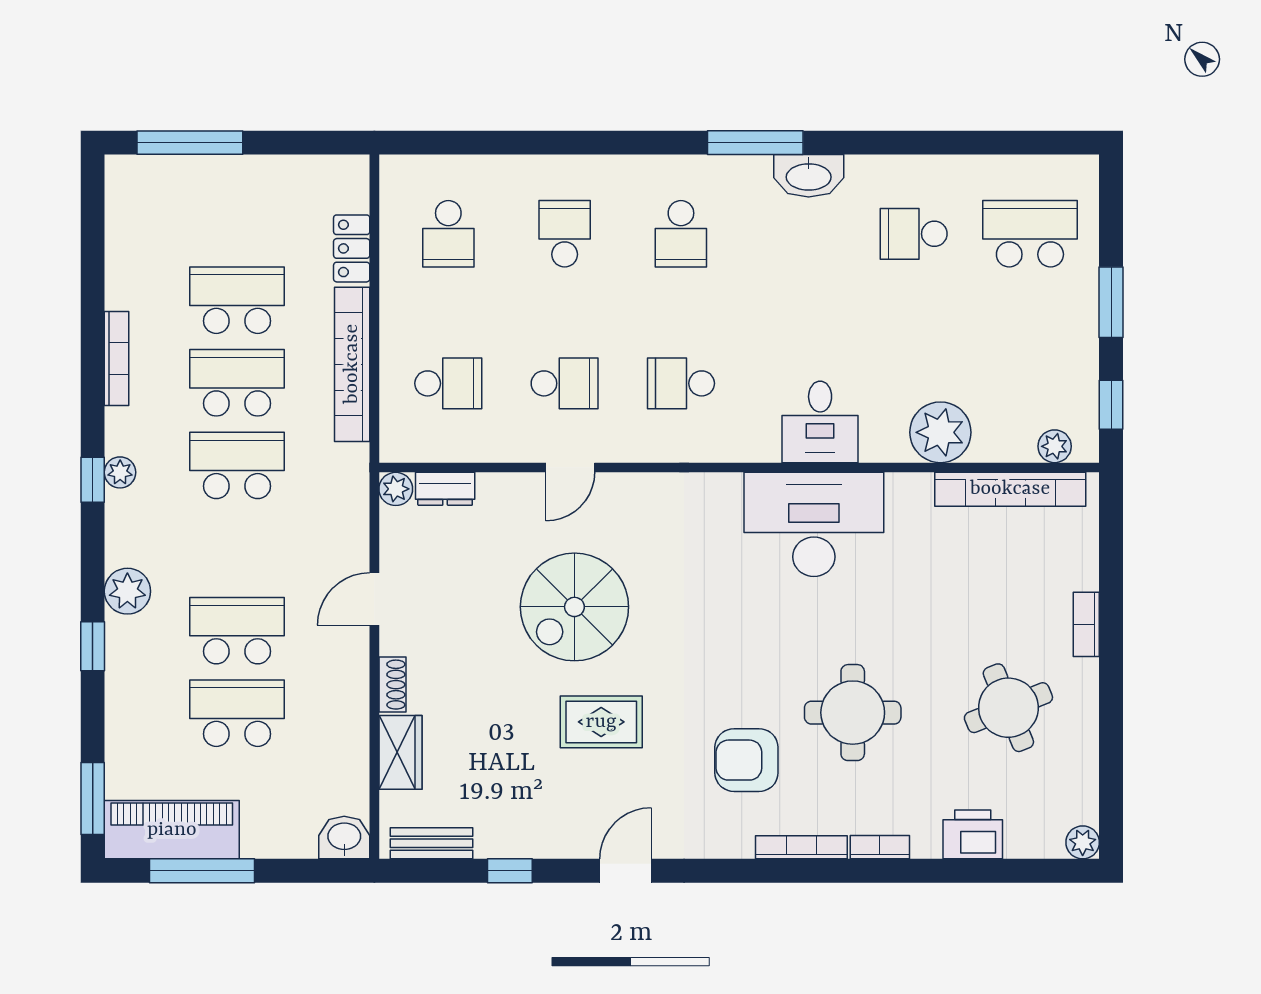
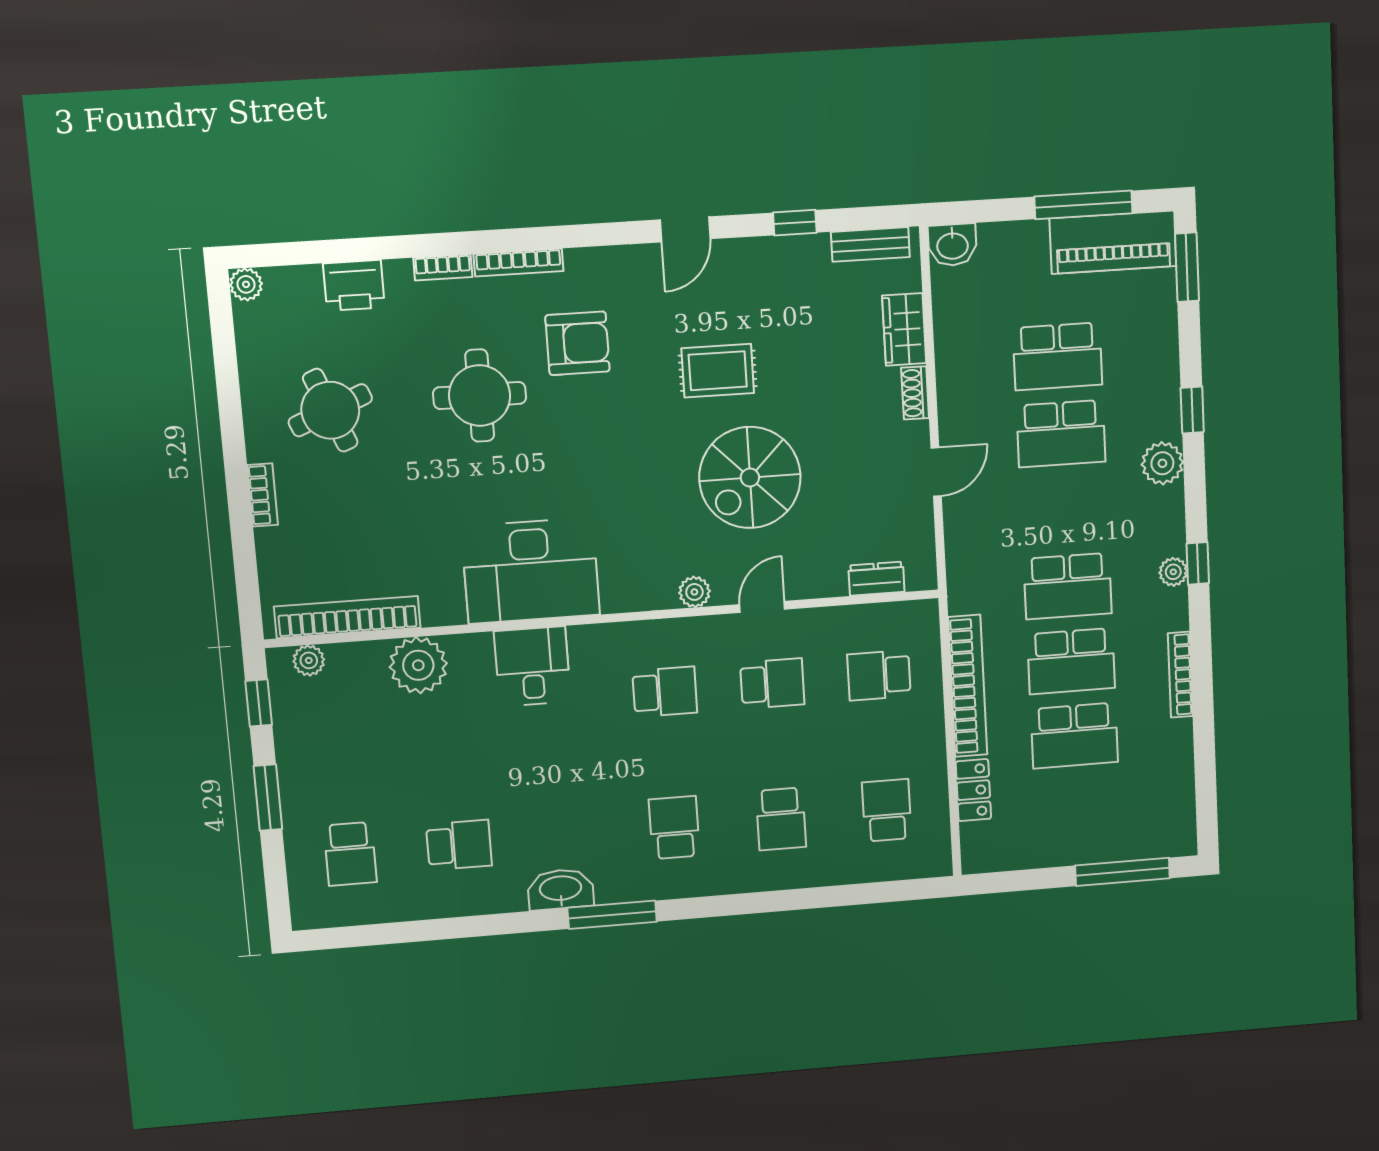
school desk: (1030, 234) -> (350, 854), width x0.54
school desk: (565, 383) -> (772, 684), turned 180
plant: (396, 489) -> (694, 592), moved
spiral stairs: (574, 607) -> (750, 478), turned 180

